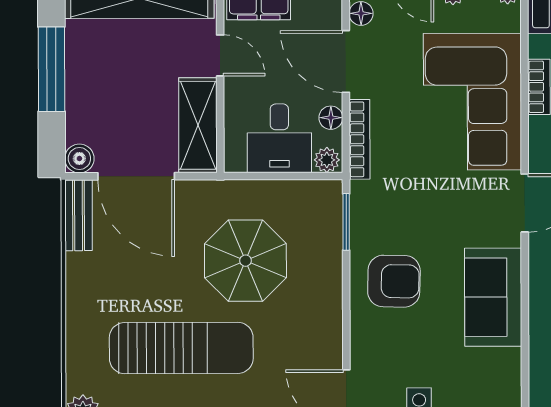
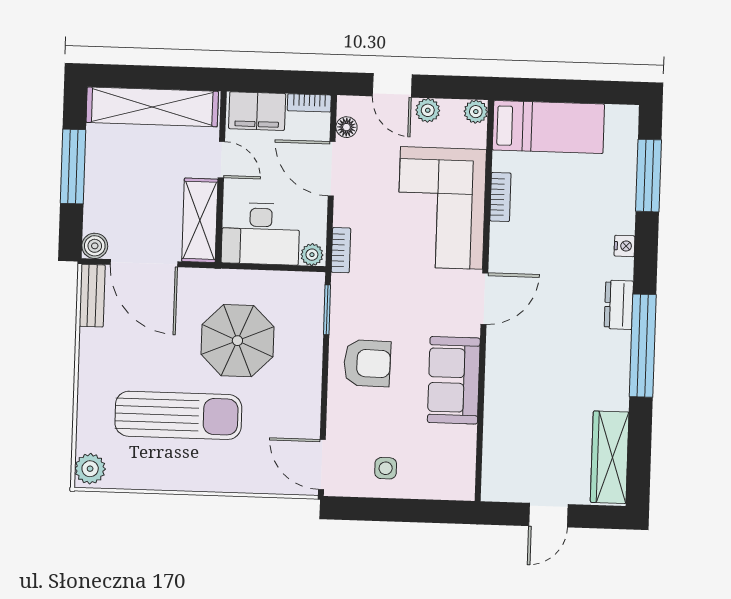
floor lamp: (331, 118) -> (317, 218), removed
desk: (279, 138) -> (261, 234), width x1.37
bookcase: (360, 139) -> (341, 250), width x0.64

